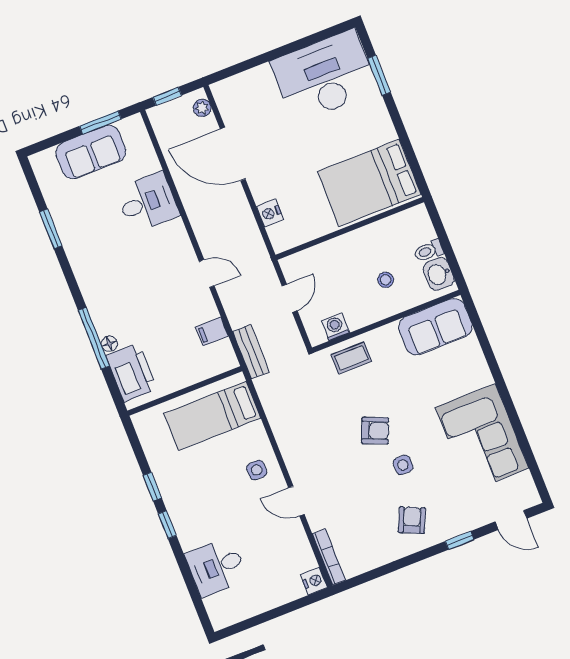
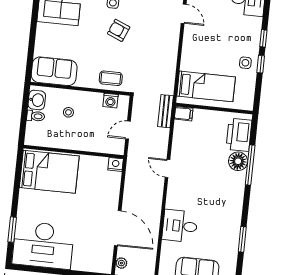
nightstand: (270, 213) -> (116, 164), moved, turned -90
filing cabinet: (212, 332) -> (184, 114), moved
floor lamp: (109, 344) -> (238, 161), width x1.89, depth x1.89
side table: (257, 470) -> (245, 63), moved

